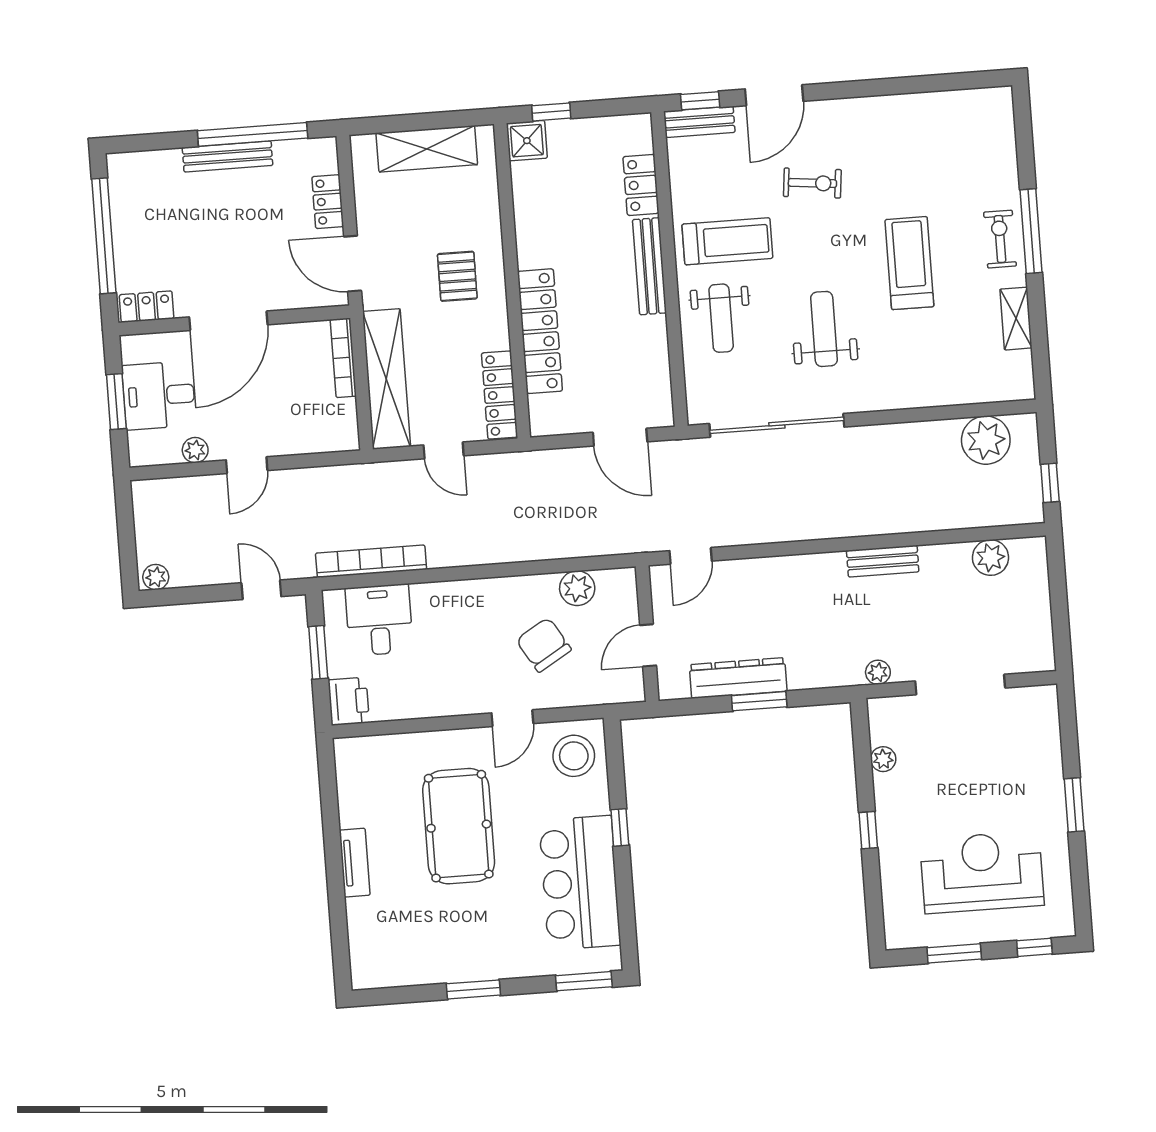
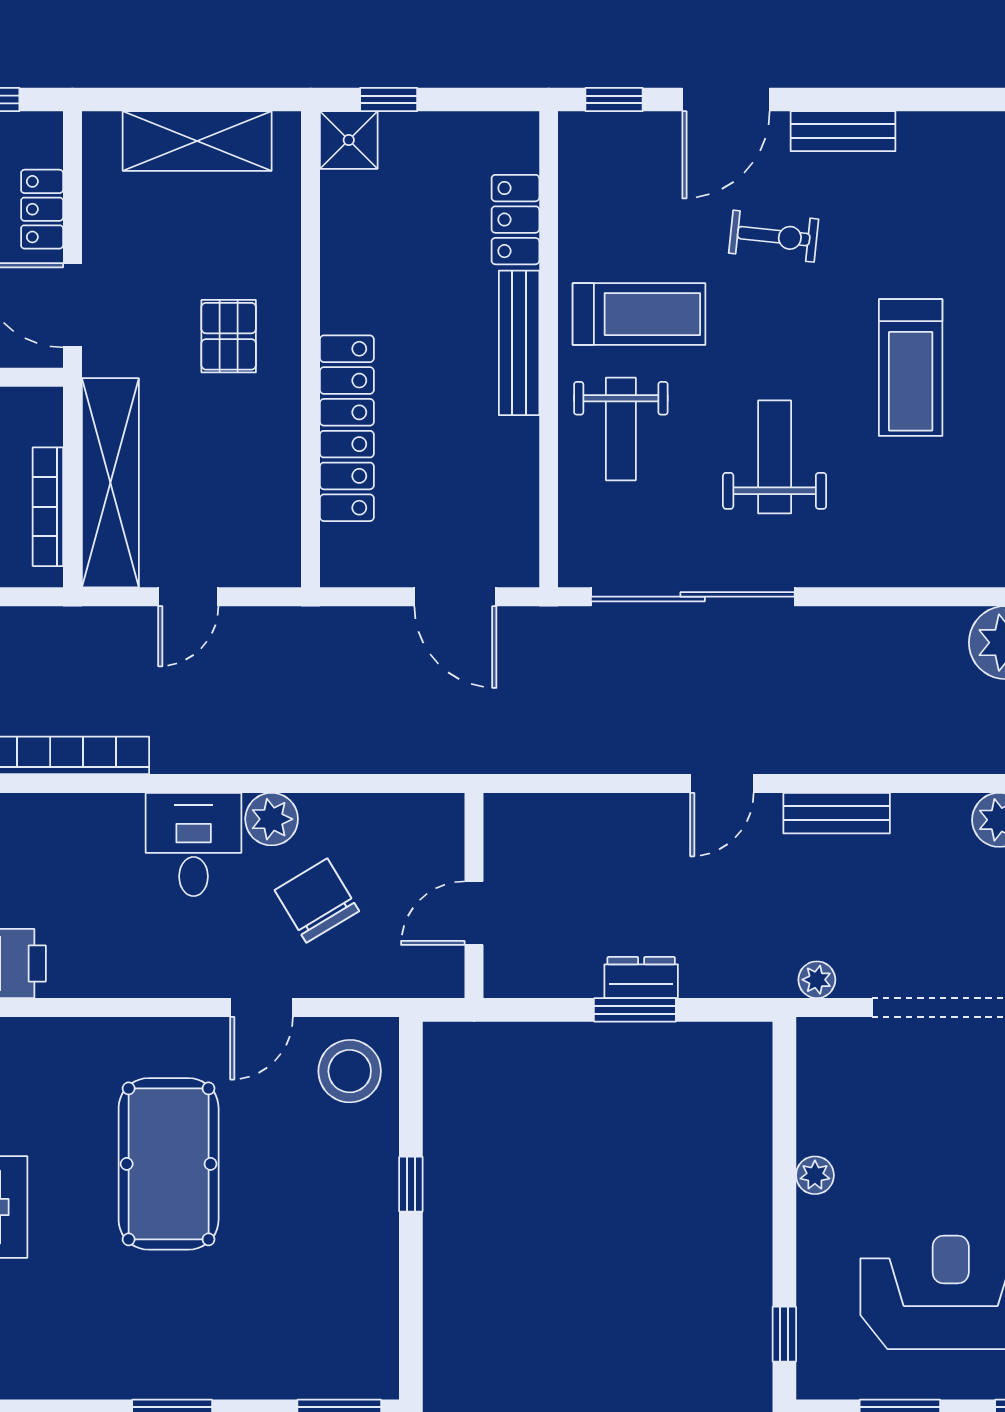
bench: (699, 122) -> (843, 131), moved
treadmill: (909, 263) -> (911, 368), turned 180
bookcase: (343, 358) -> (48, 507), moved
locker: (500, 395) -> (279, 520), removed
door: (444, 450) -> (188, 597), hinge flipped
door: (691, 556) -> (722, 783), moved
plant: (577, 588) -> (272, 819), moved
desk: (379, 620) -> (194, 844), moved
dresser: (738, 678) -> (641, 978), width x0.51, depth x0.80
plant: (883, 759) -> (815, 1175), moved
window: (868, 830) -> (784, 1334), moved
bar counter: (580, 883) -> (344, 1263), removed

